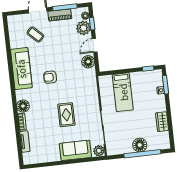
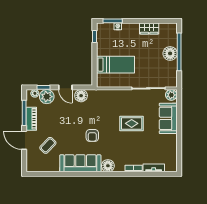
floor lamp: (23, 106) -> (108, 166), moved

